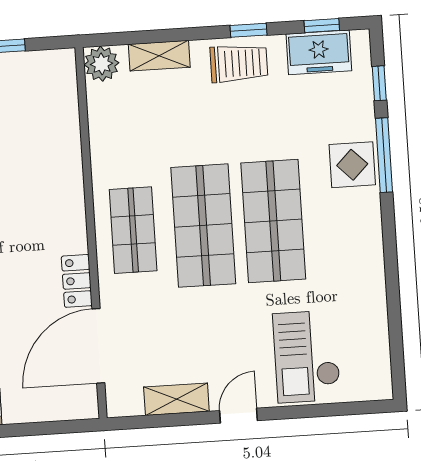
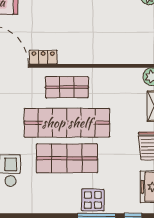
shop shelf: (203, 226) -> (67, 123), width x1.40

